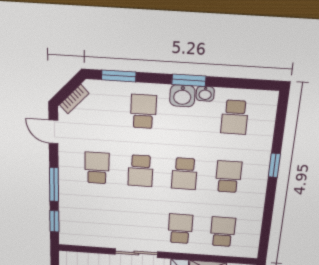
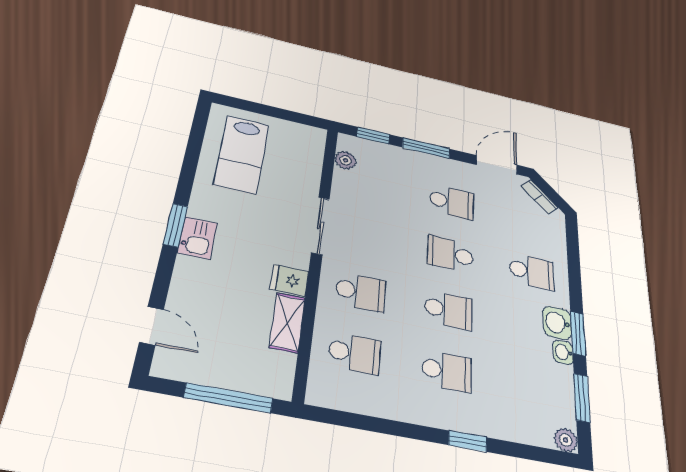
window: (119, 76) -> (582, 398), moved
plant: (270, 99) -> (566, 440), added
school desk: (235, 117) -> (535, 388), removed
door: (53, 132) -> (497, 165), width x1.38
school desk: (184, 174) -> (448, 310), turned 180
plant: (81, 239) -> (346, 160), added

